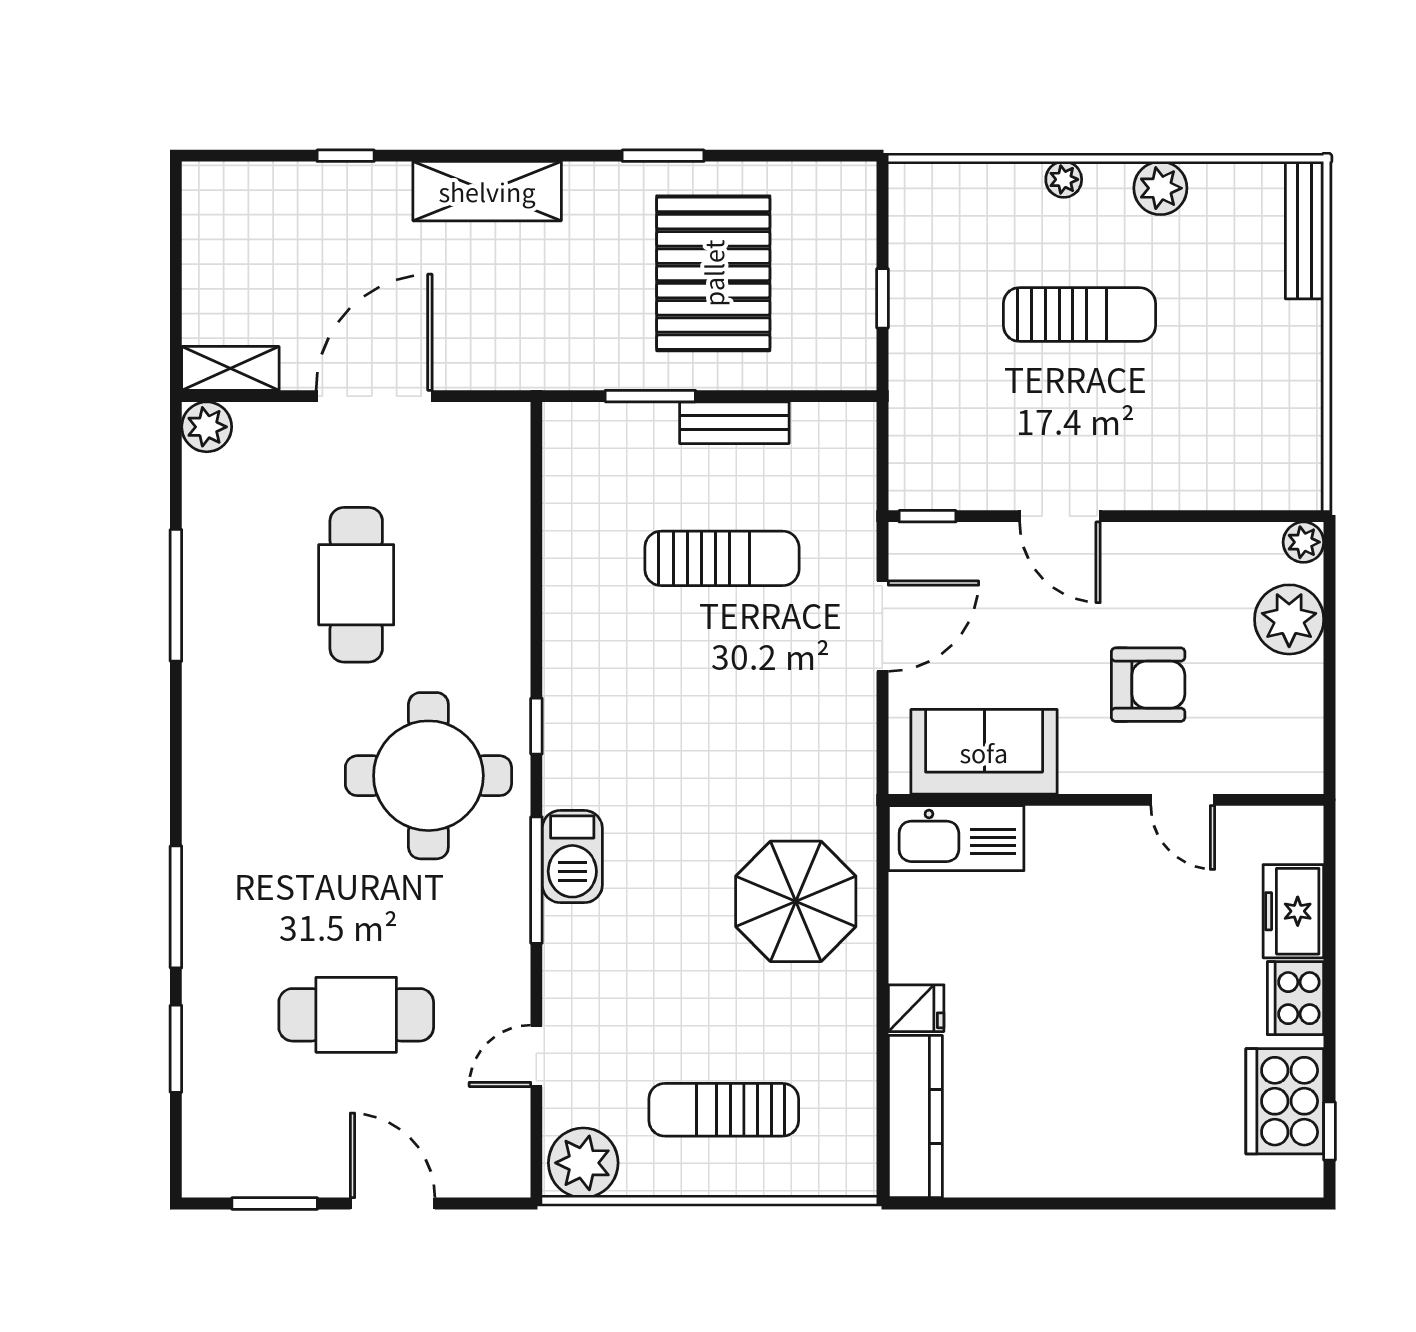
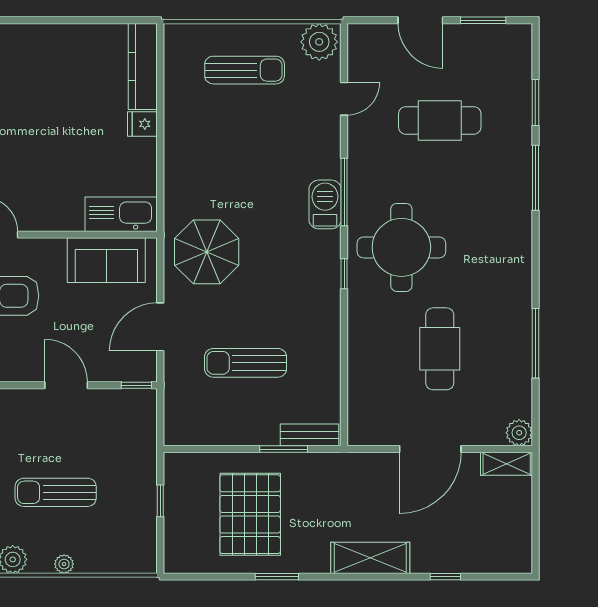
bench: (734, 423) -> (310, 435), moved
parasol: (796, 901) -> (207, 252), moved

